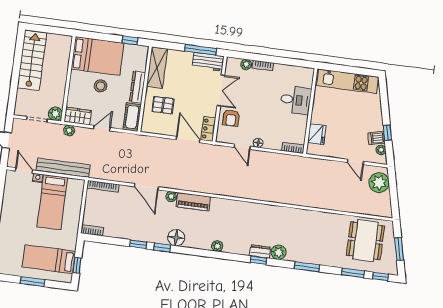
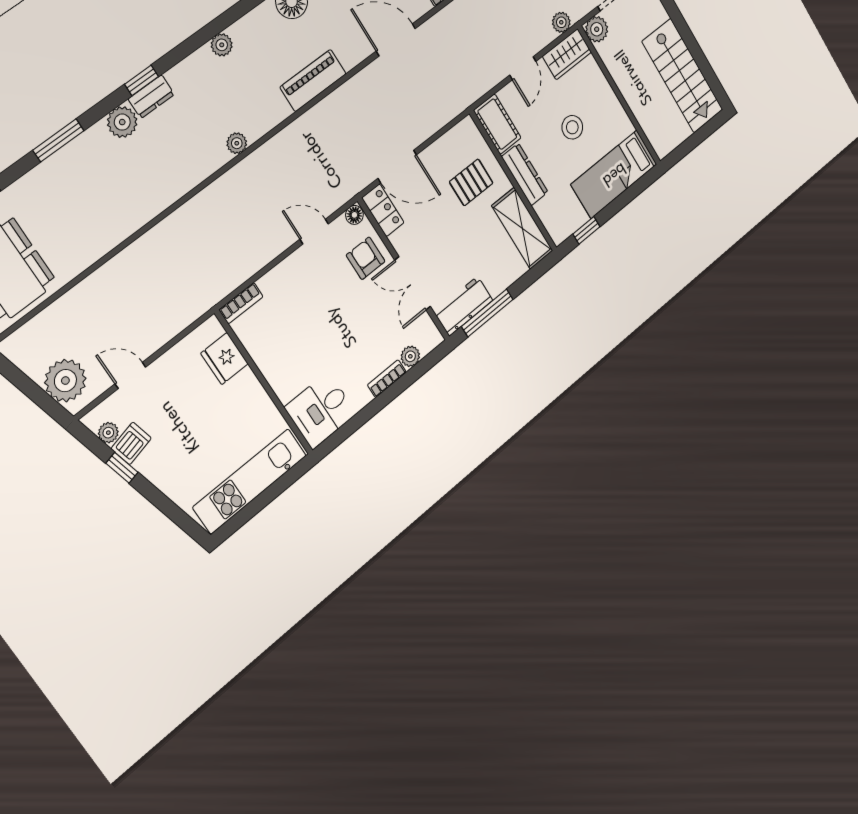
bed: (97, 56) -> (614, 174), width x0.67
desk: (296, 100) -> (321, 410), moved
floor lamp: (258, 143) -> (354, 215), moved
plant: (171, 197) -> (237, 143), moved

